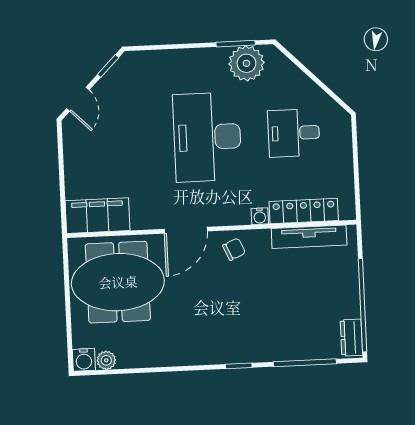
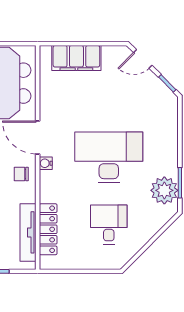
filing cabinet: (98, 216) -> (76, 58), moved, turned 90
water cooler: (260, 216) -> (46, 163), moved
chair: (234, 249) -> (21, 174), turned 114

